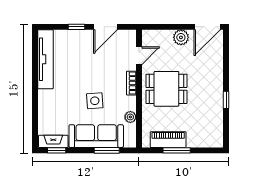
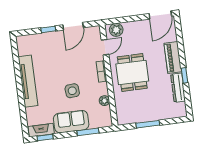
plant: (181, 37) -> (116, 30), moved
tv unit: (45, 59) -> (28, 81), moved
dining table: (166, 89) -> (132, 73), turned 90
dresser: (217, 113) -> (178, 88), added
sofa: (96, 136) -> (71, 122), width x0.73
piano: (168, 140) -> (173, 57), moved, turned -90

